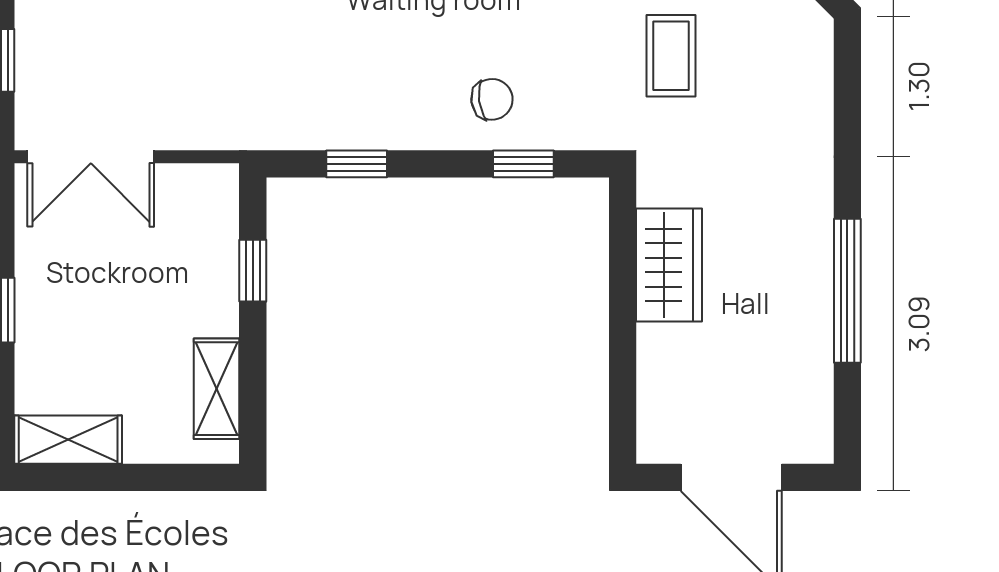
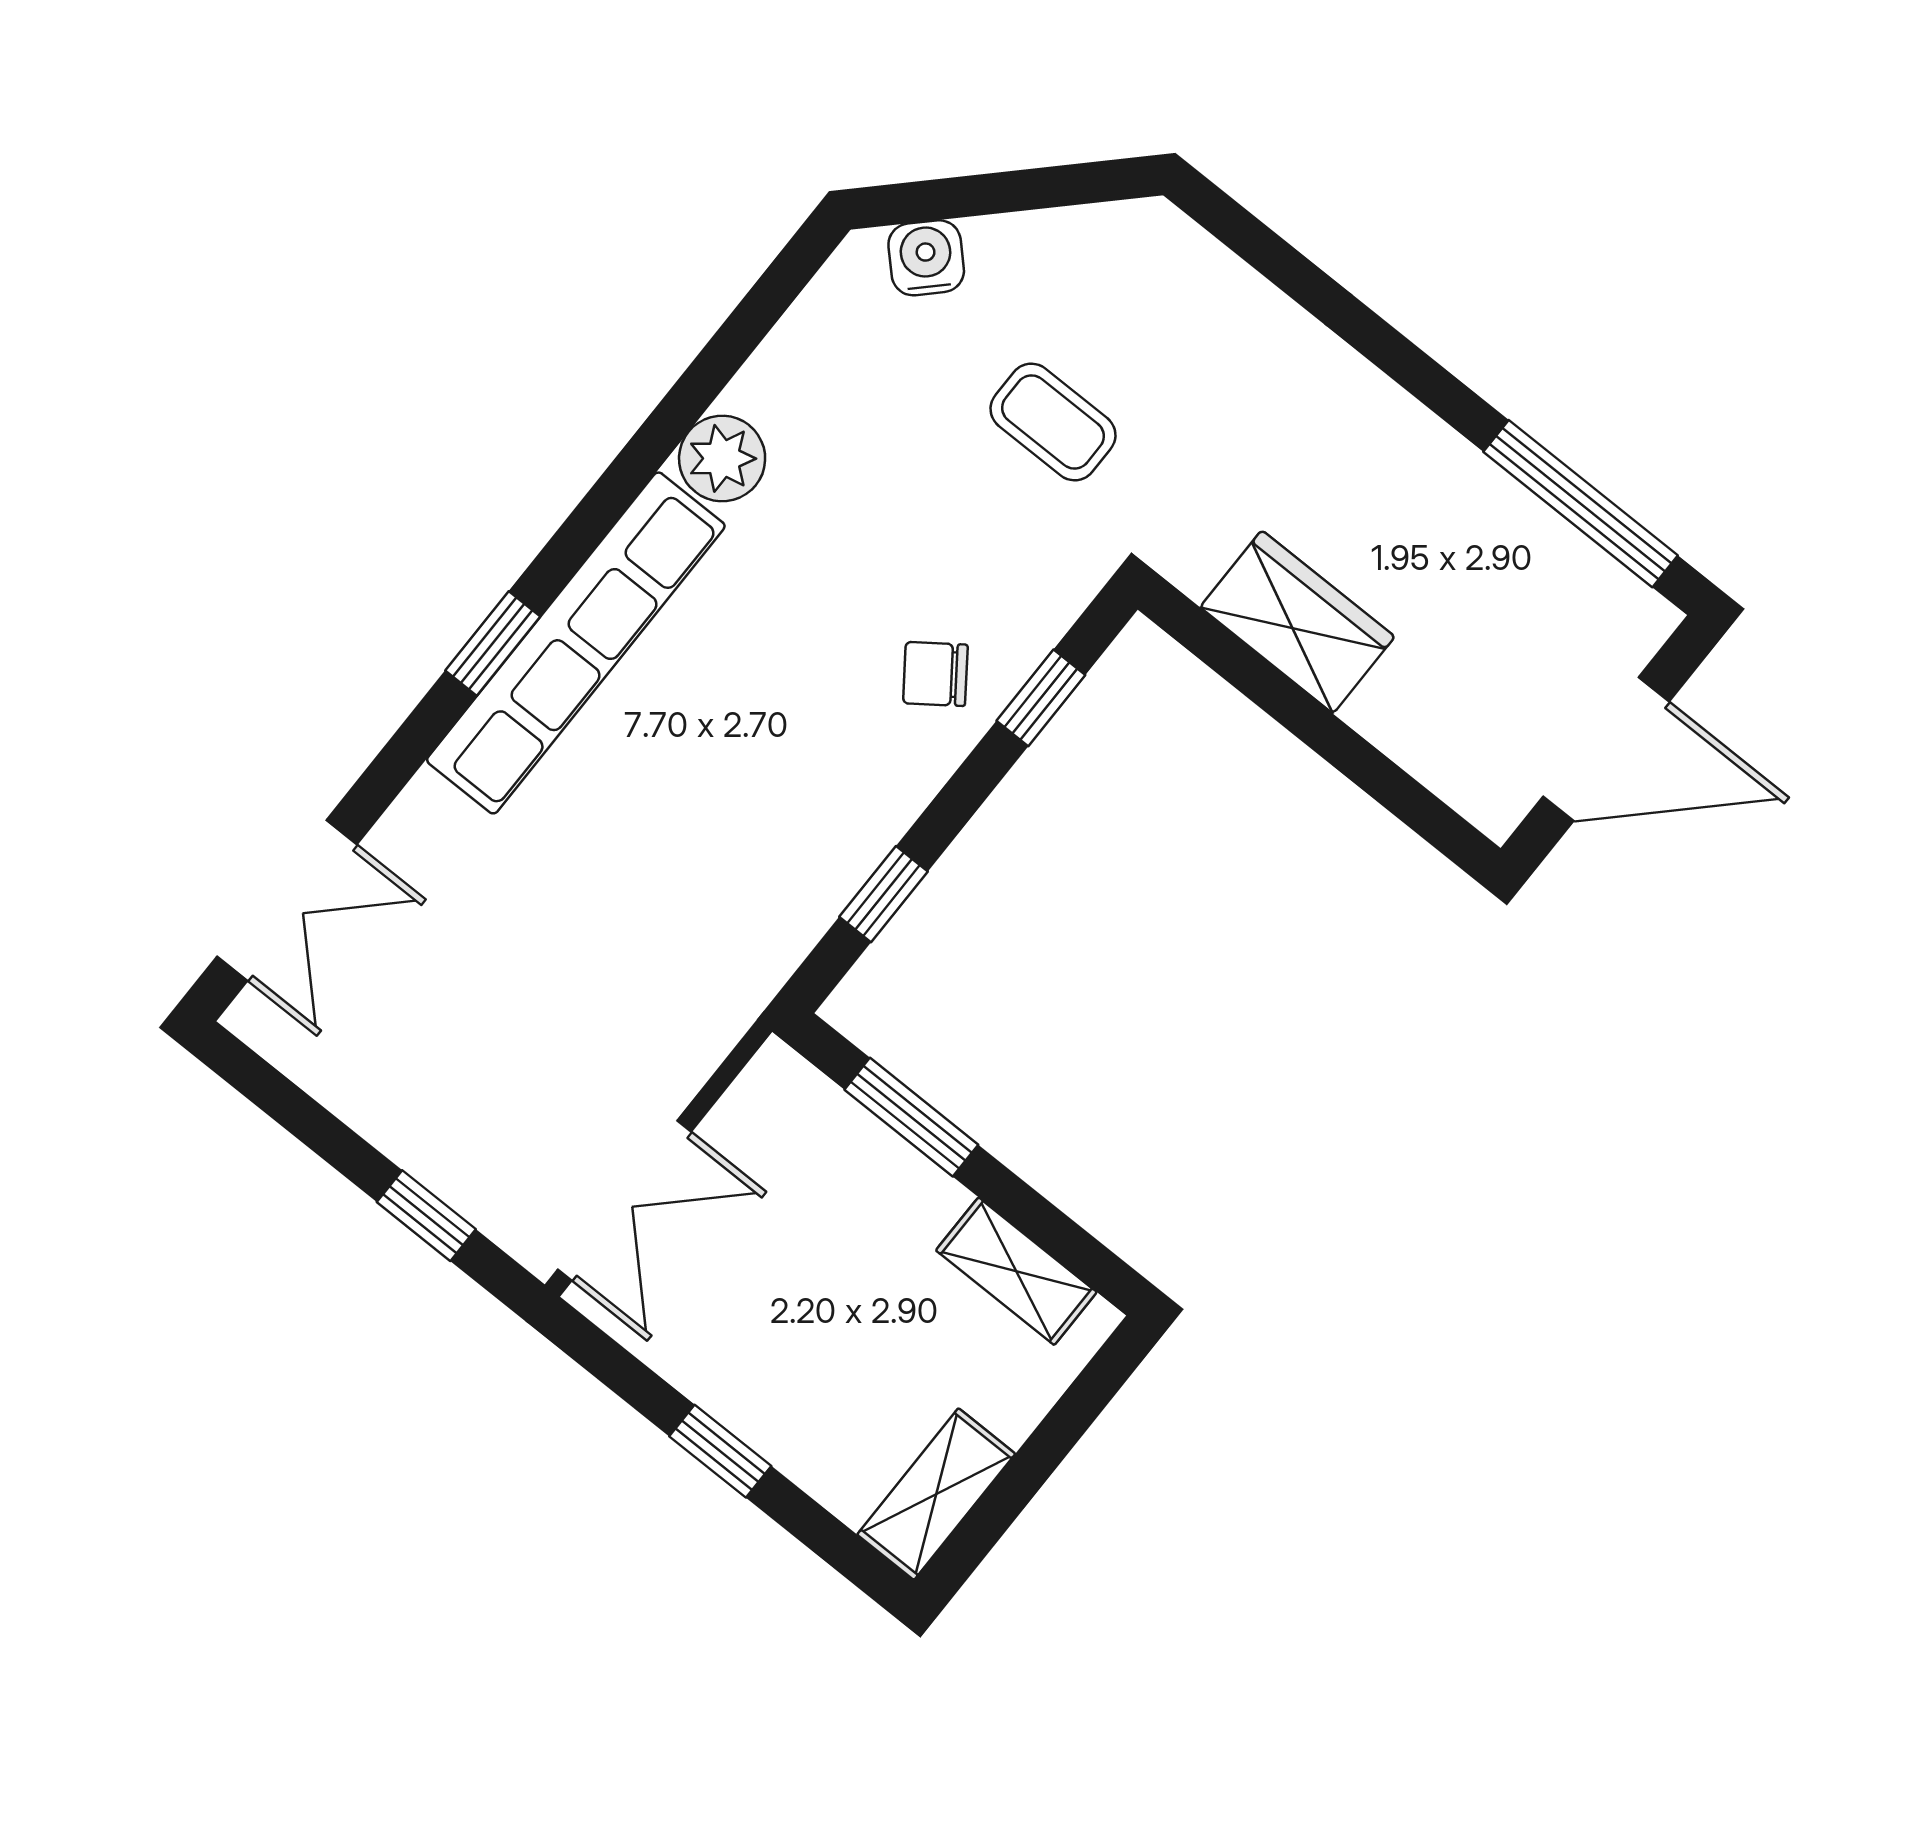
chair: (492, 99) -> (935, 674), turned -118
window: (253, 271) -> (911, 1117), width x1.50
window: (847, 291) -> (1581, 504), moved

